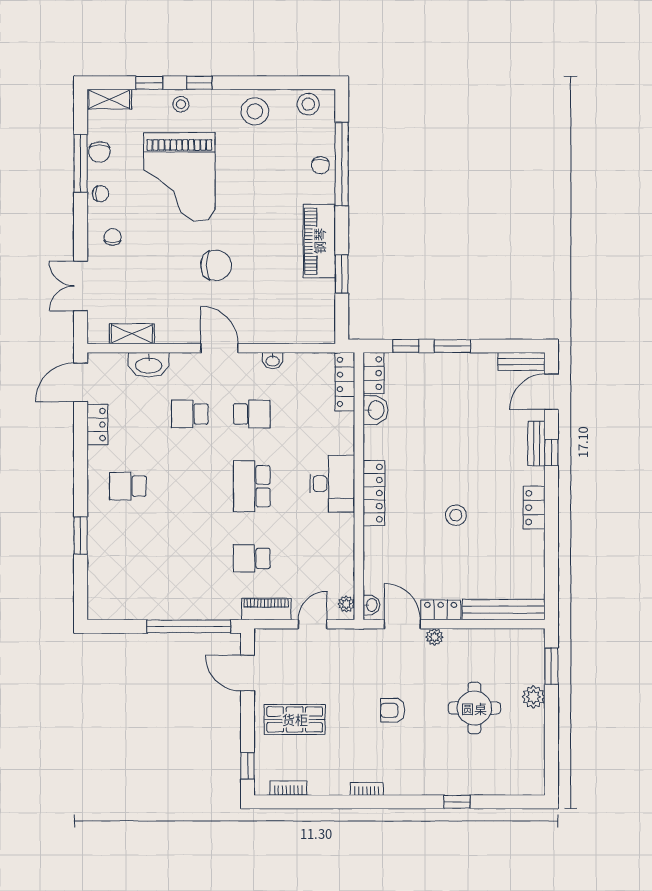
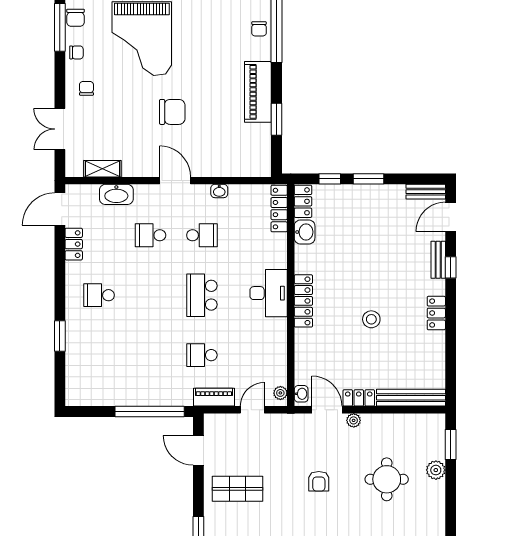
armchair: (393, 710) -> (319, 481), turned -90

